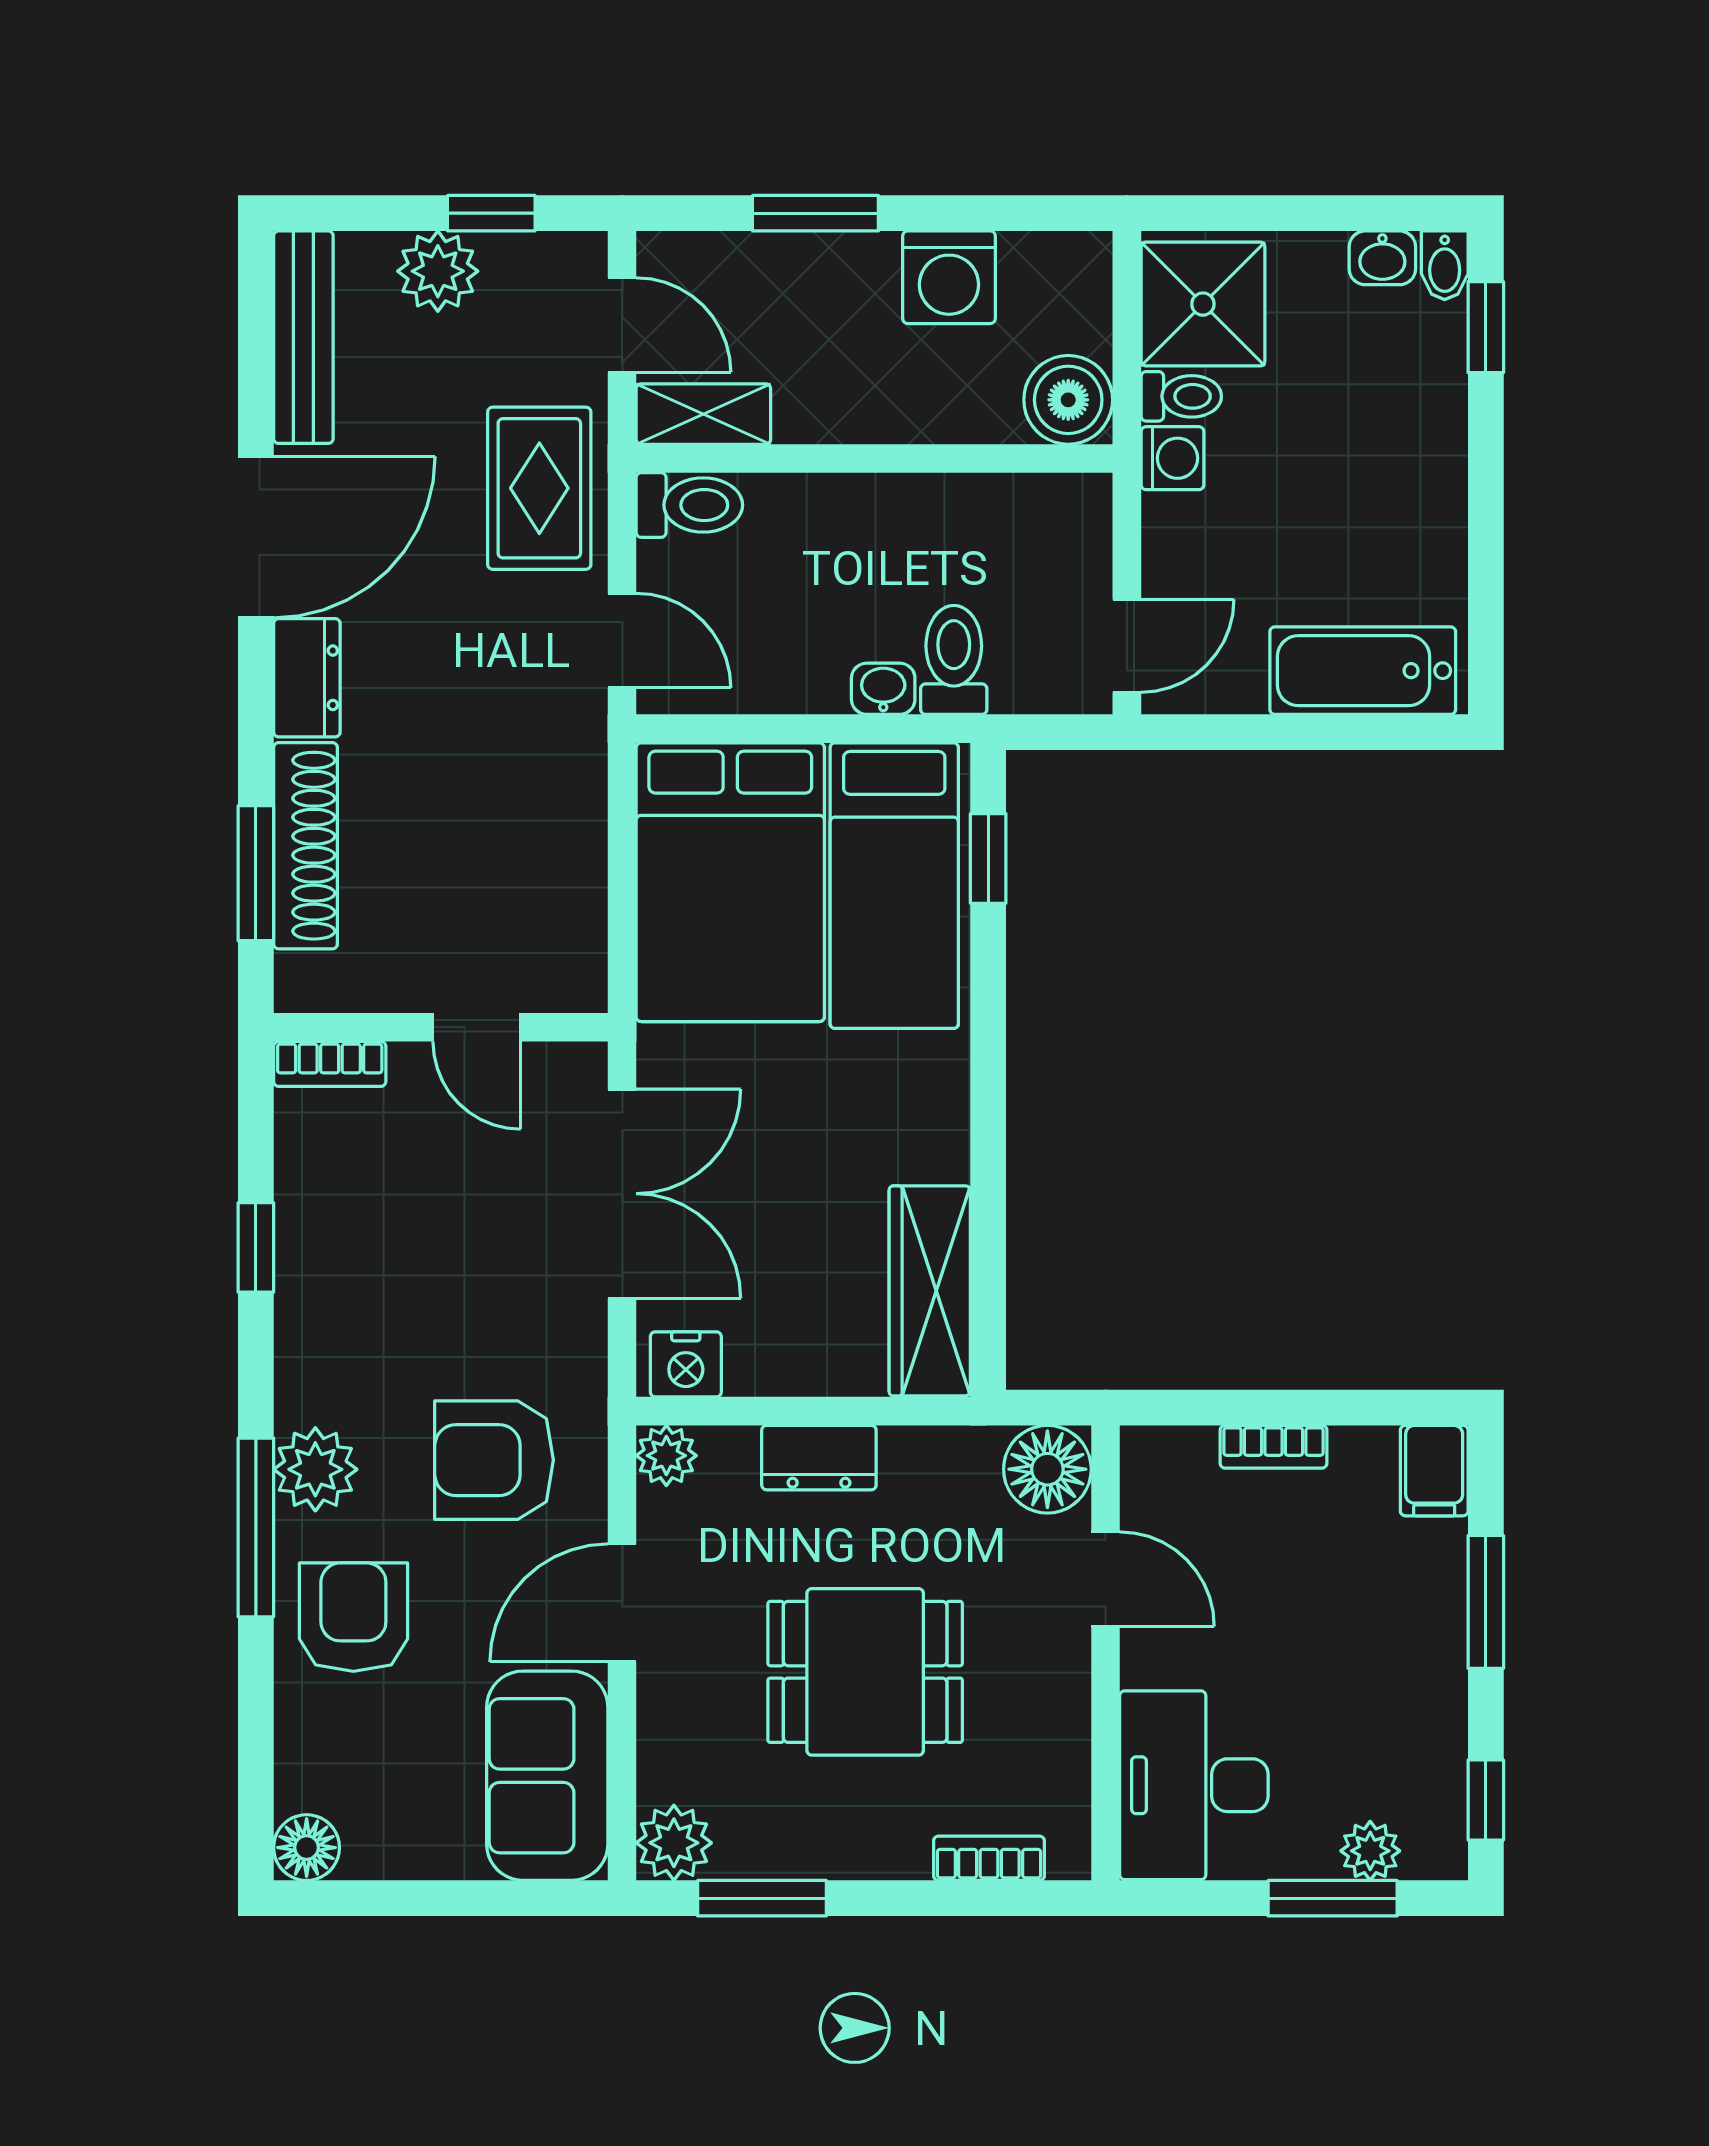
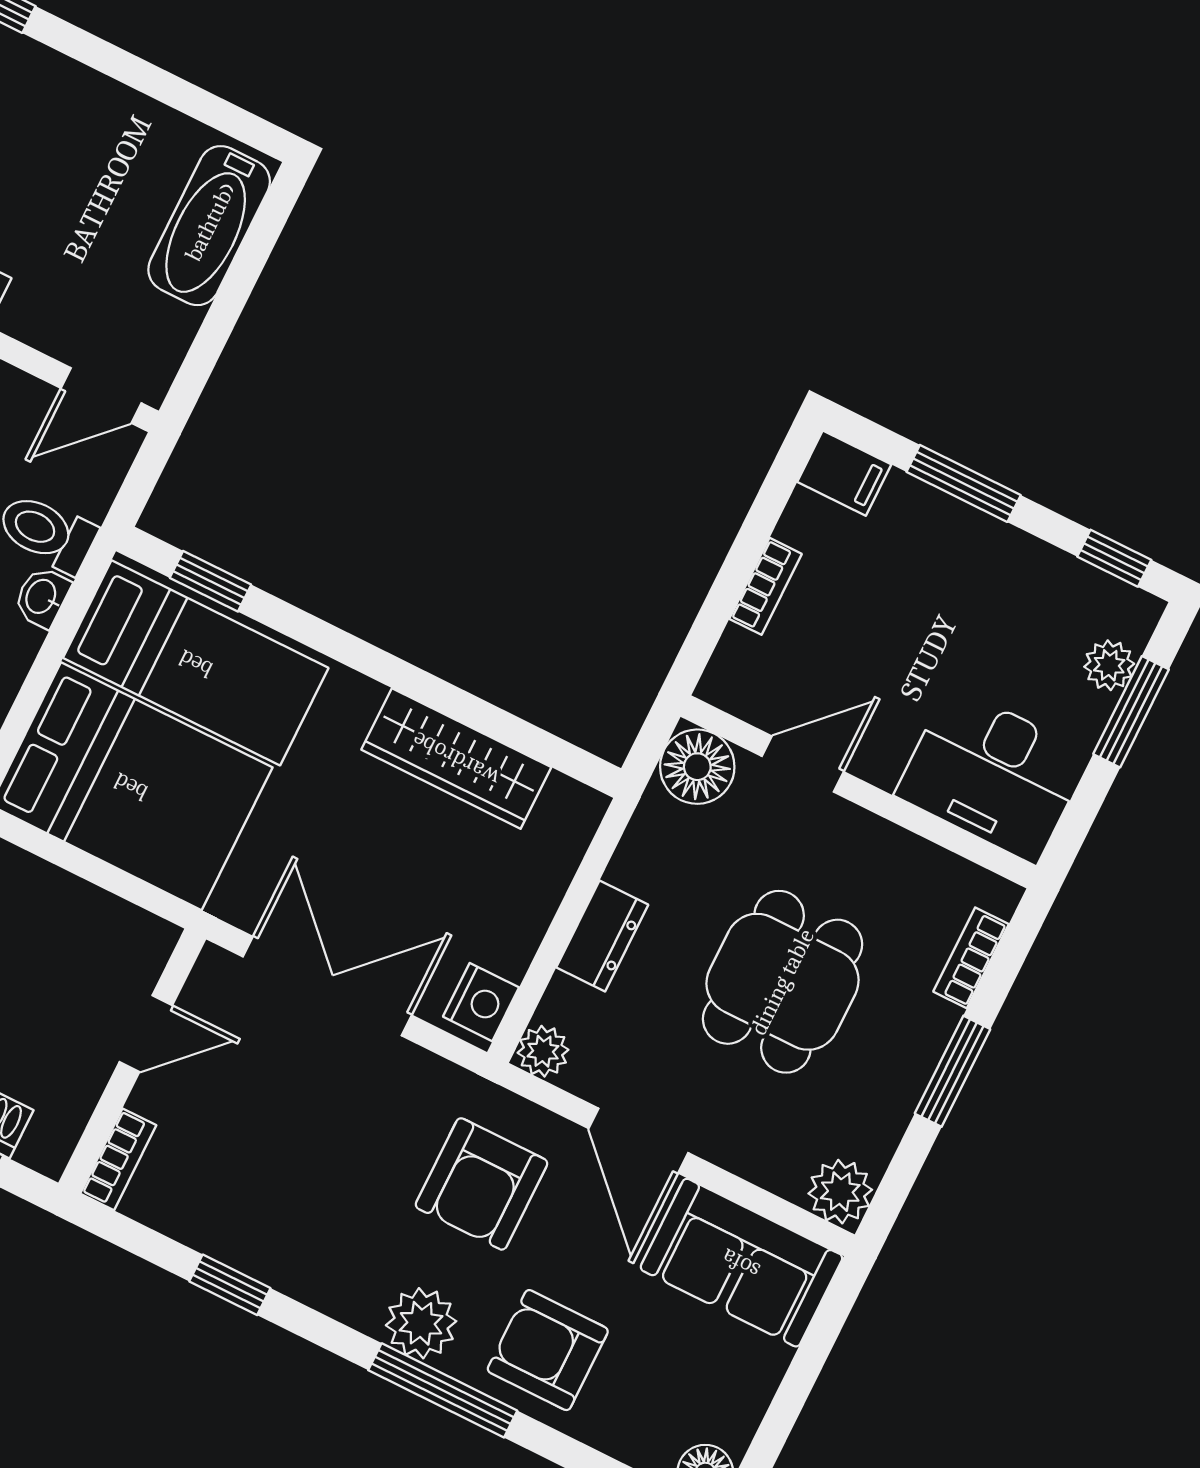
door: (1127, 646) -> (101, 396), swing flipped
wardrobe: (930, 1291) -> (456, 758), moved
window: (762, 1898) -> (953, 1071), moved

